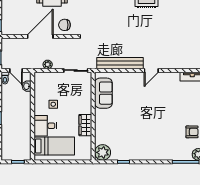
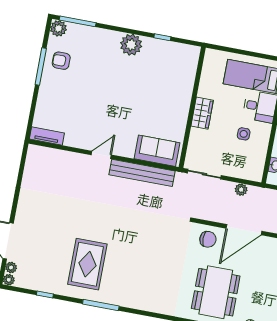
sofa: (103, 93) -> (157, 151), moved, turned 90
wardrobe: (85, 125) -> (202, 113), moved
plant: (103, 152) -> (131, 45), moved

